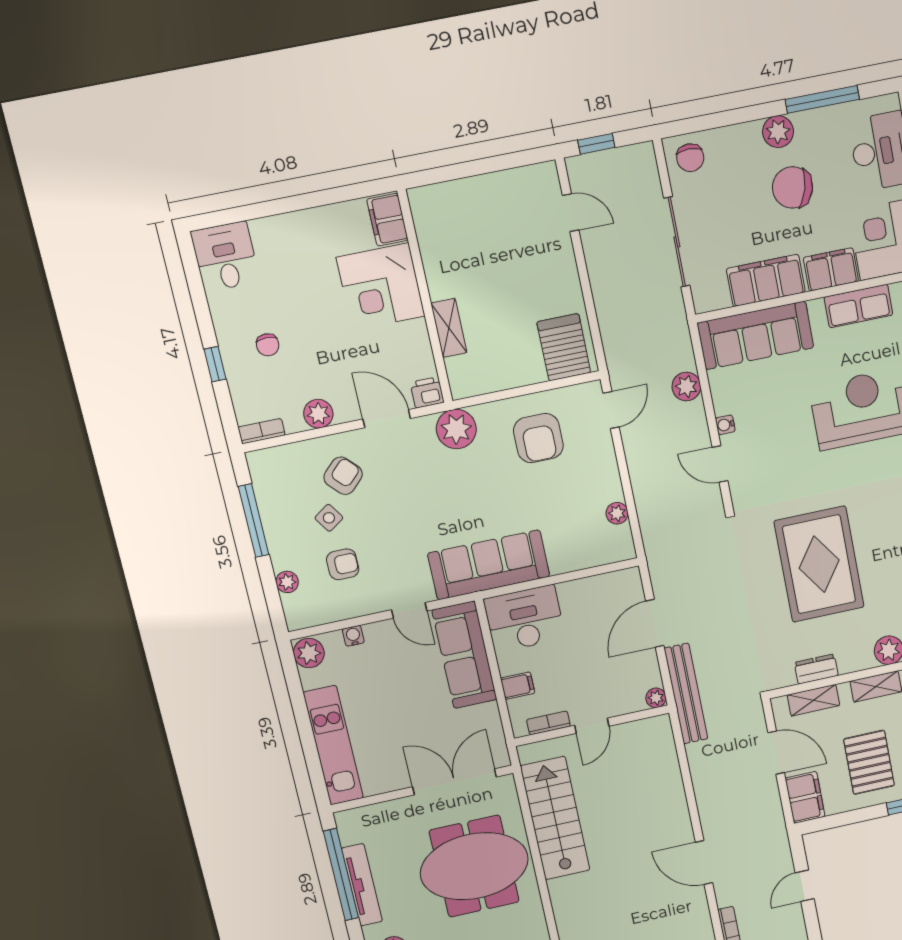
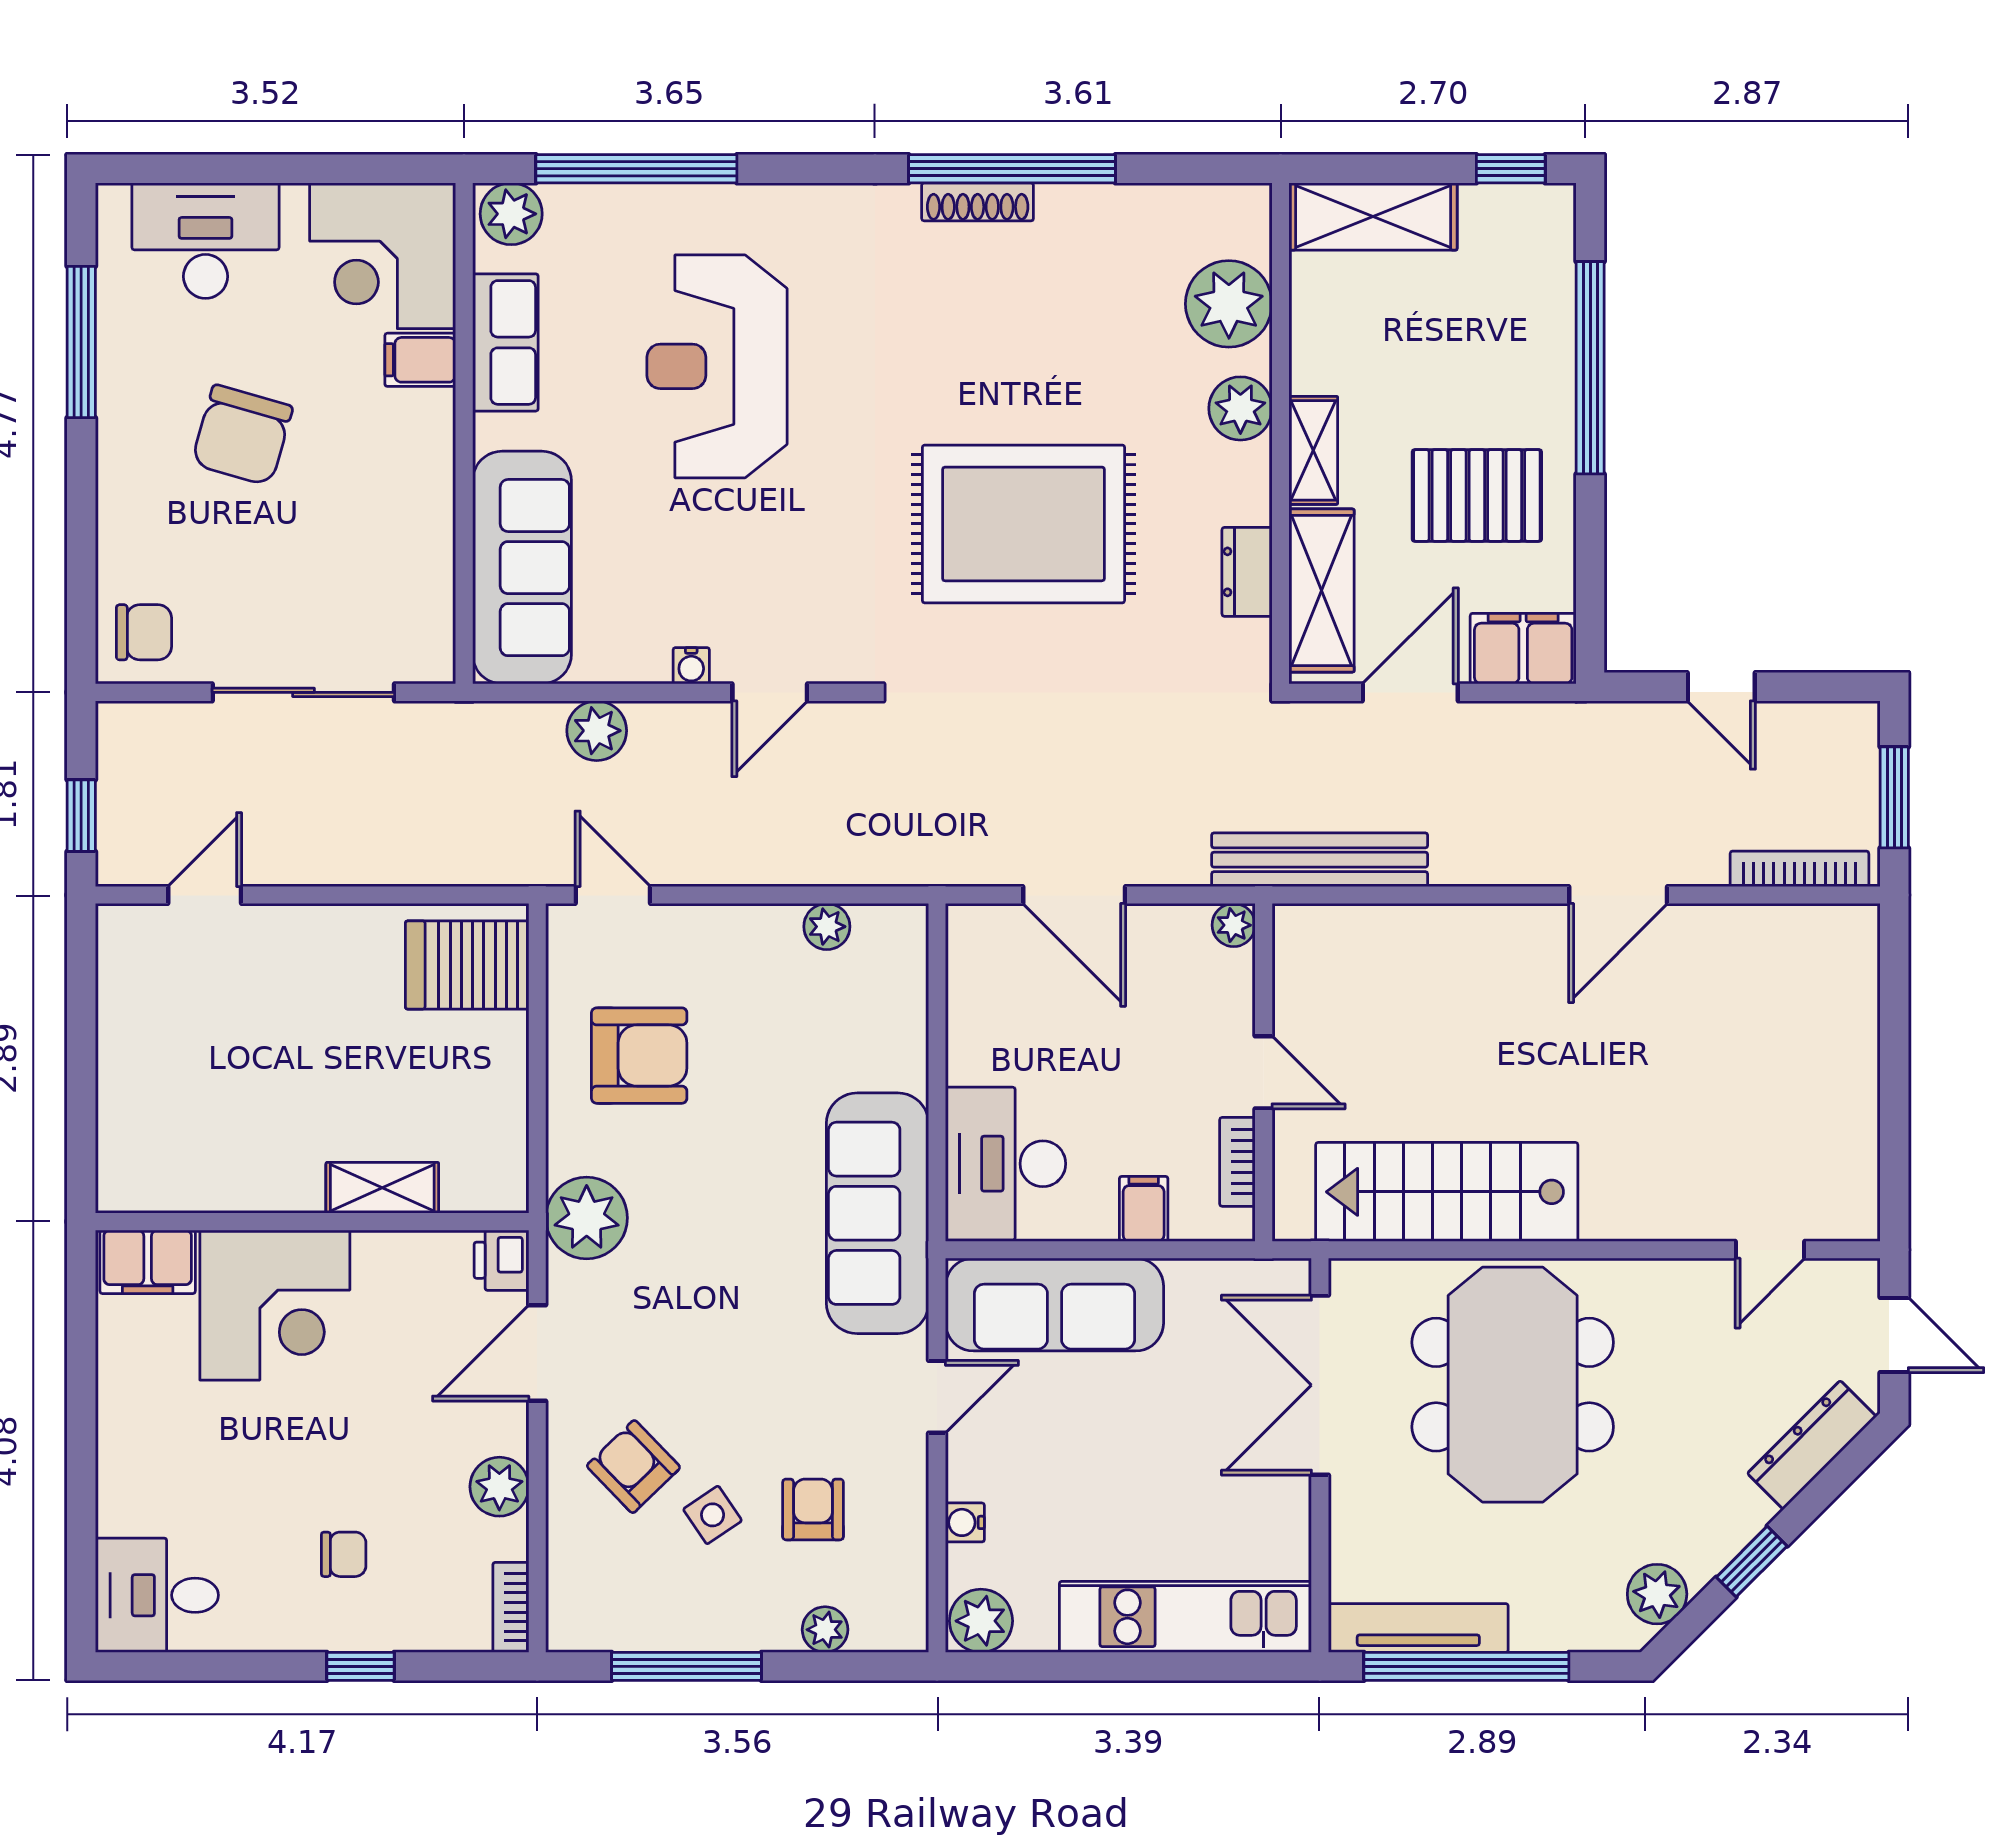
plant: (778, 132) -> (127, 444), removed
filing cabinet: (831, 269) -> (420, 360), width x0.50
filing cabinet: (766, 280) -> (416, 525), removed
bench: (686, 694) -> (1320, 860), moved
shelving: (813, 700) -> (1322, 591), width x1.50, depth x1.33
tv unit: (362, 885) -> (1418, 1628), moved

